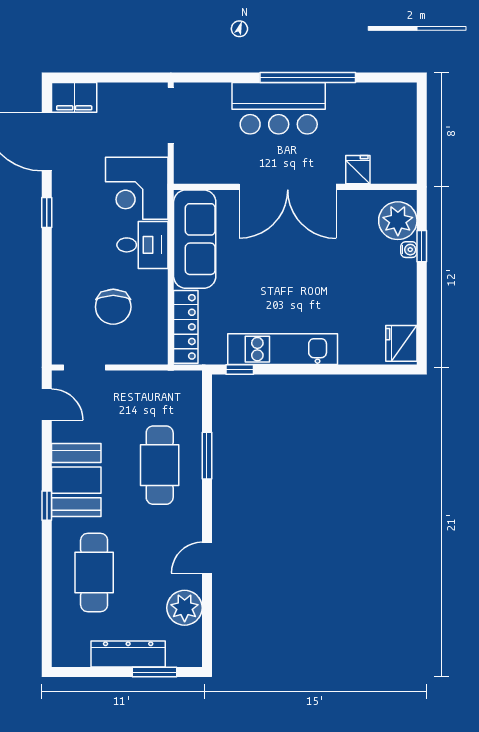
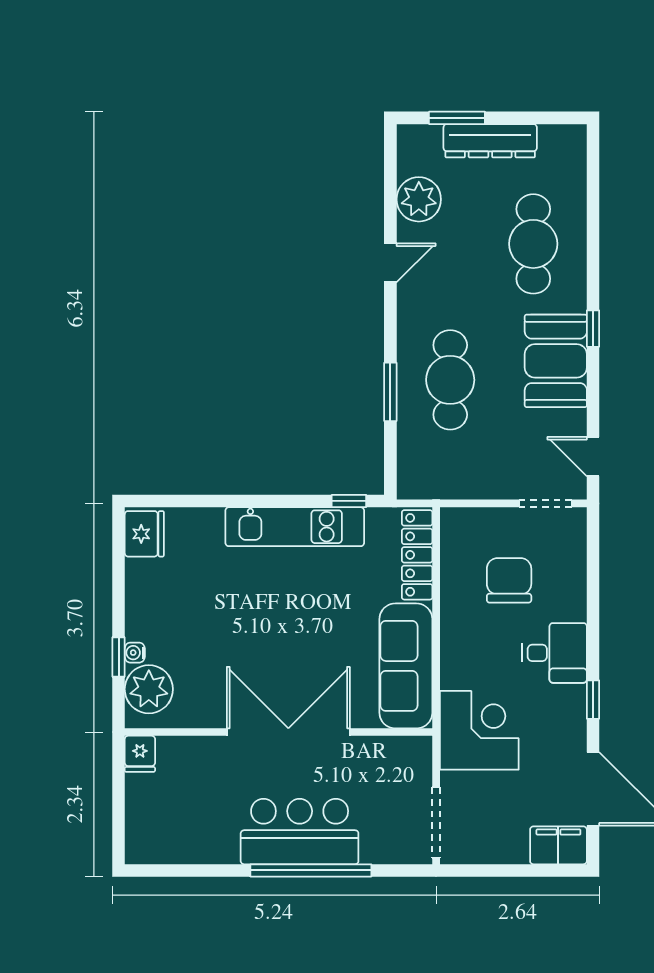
window: (308, 78) -> (311, 870), moved
fridge: (358, 170) -> (140, 754), moved
desk: (142, 245) -> (555, 653), moved, turned 180

